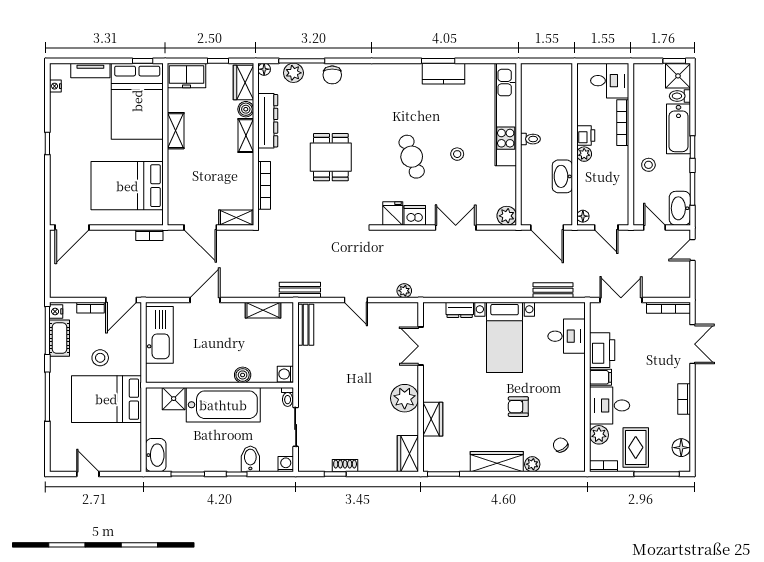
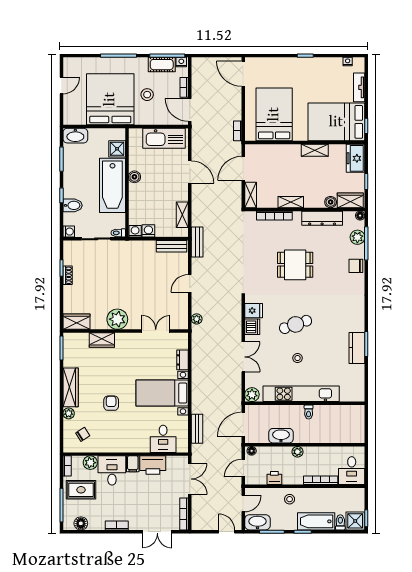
kitchen unit: (506, 114) -> (301, 394), moved
printer: (586, 135) -> (274, 478), moved, turned 180
shelving: (246, 136) -> (291, 202), moved
washing machine: (285, 356) -> (148, 231), added
boiler: (243, 375) -> (134, 177), moved
bed: (106, 399) -> (110, 99), width x1.36

